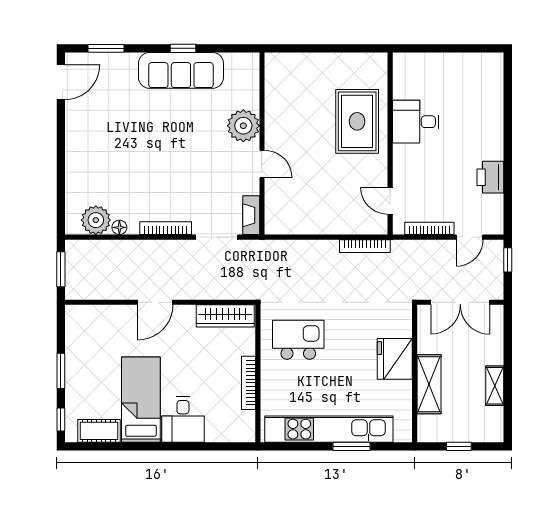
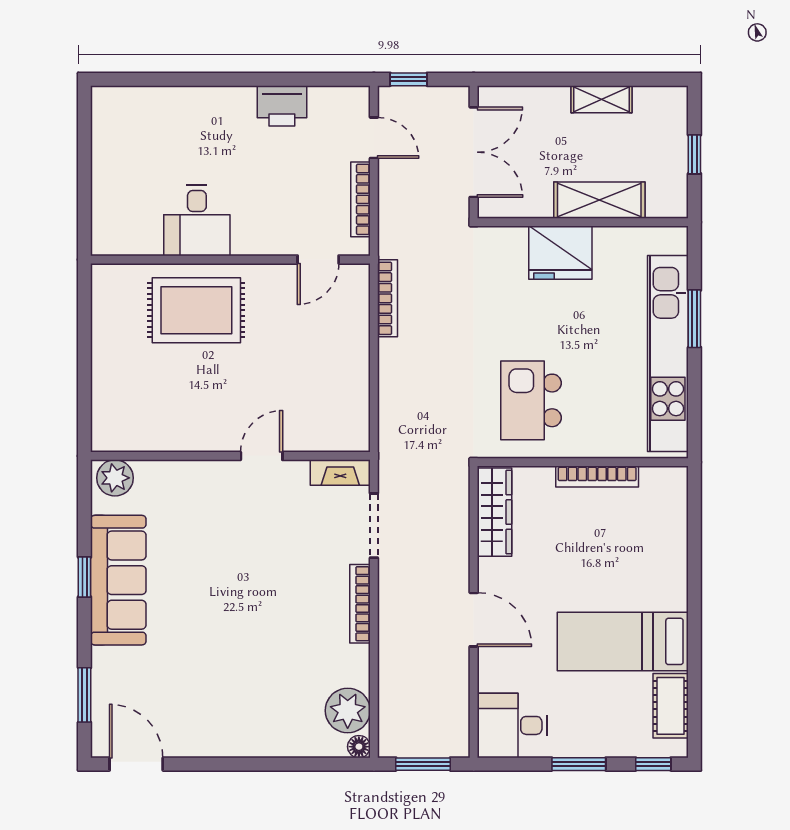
plant: (243, 126) -> (115, 478), moved, width x0.73, depth x0.73
floor lamp: (119, 227) -> (359, 747), moved
desk: (183, 419) -> (512, 725), moved, turned 180

